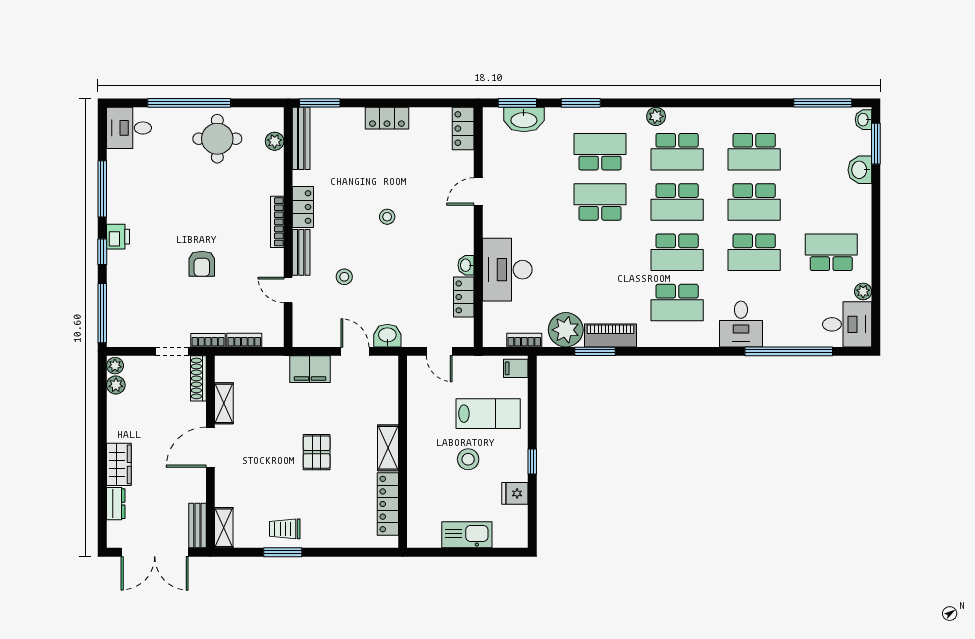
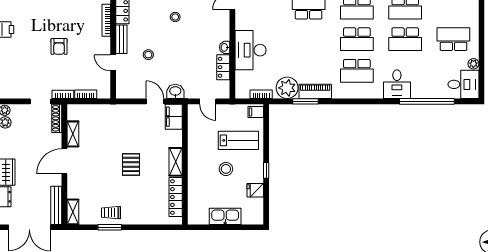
filing cabinet: (310, 369) -> (174, 117), moved, turned 90
bench: (197, 526) -> (56, 205), width x1.36

